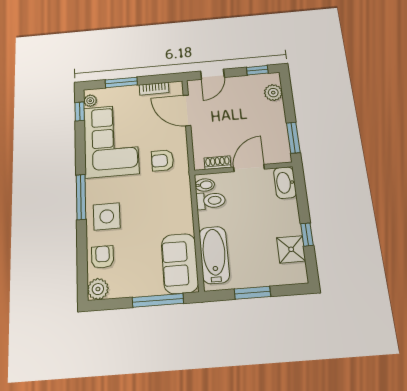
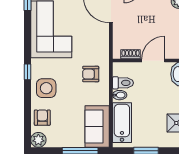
armchair: (163, 161) -> (91, 74), moved
bidet: (205, 185) -> (120, 95), moved
window: (81, 197) -> (27, 72), width x0.46

